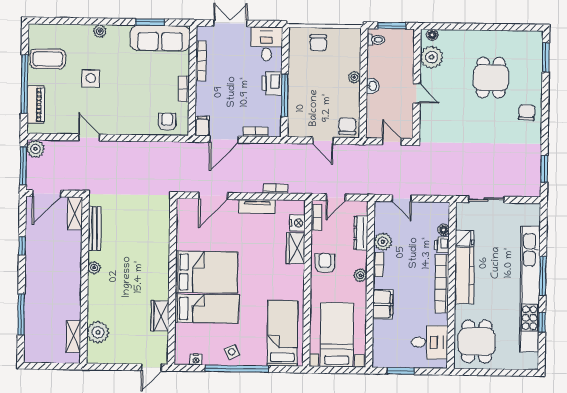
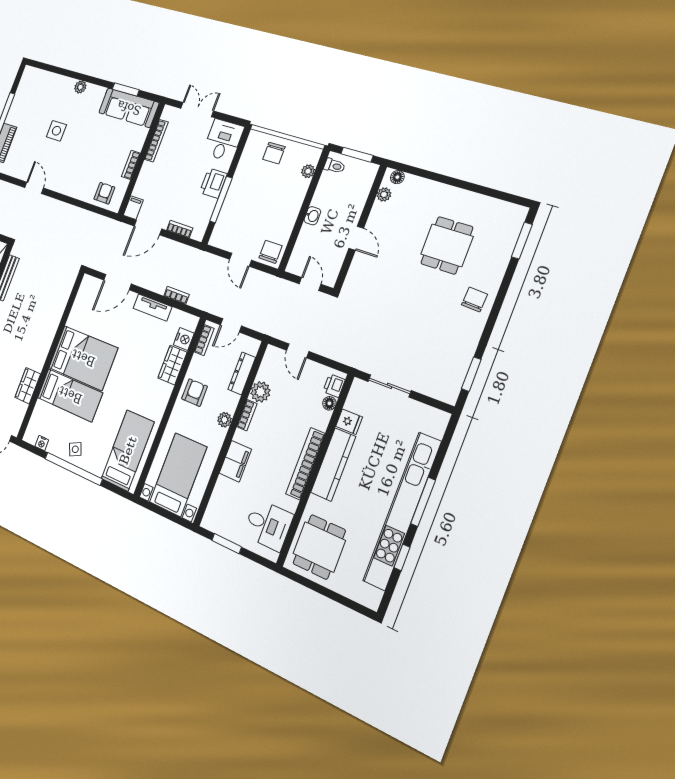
plant: (432, 57) -> (384, 195), width x0.53, depth x0.53
coffee table: (48, 59) -> (29, 102), removed
plant: (354, 77) -> (308, 171), moved
printer: (442, 245) -> (334, 386), moved

